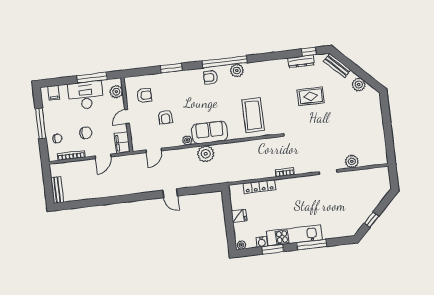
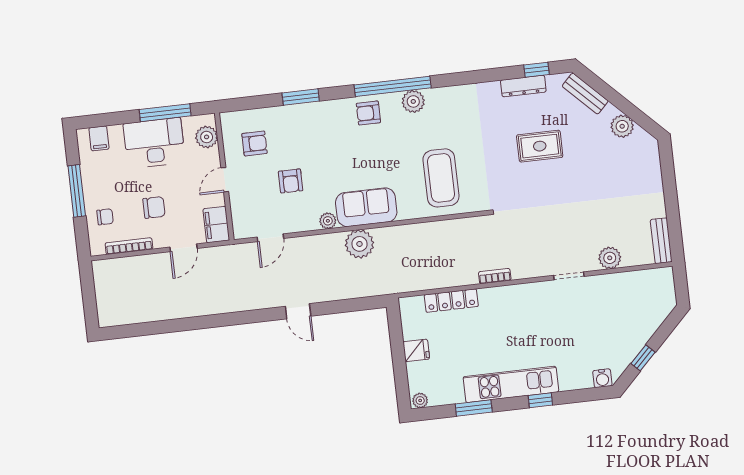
bench: (57, 190) -> (661, 241), moved
water cooler: (262, 242) -> (602, 378), moved
window: (312, 245) -> (540, 400), width x0.46

